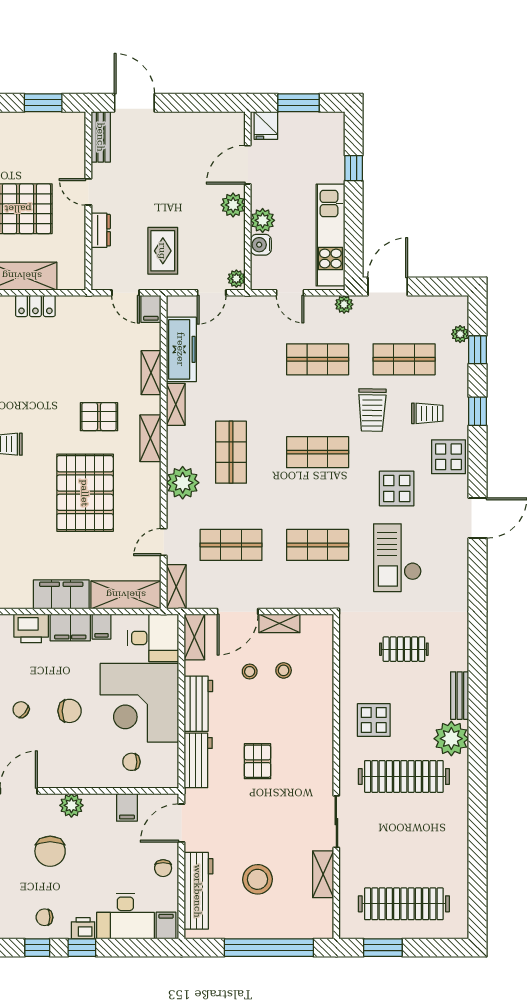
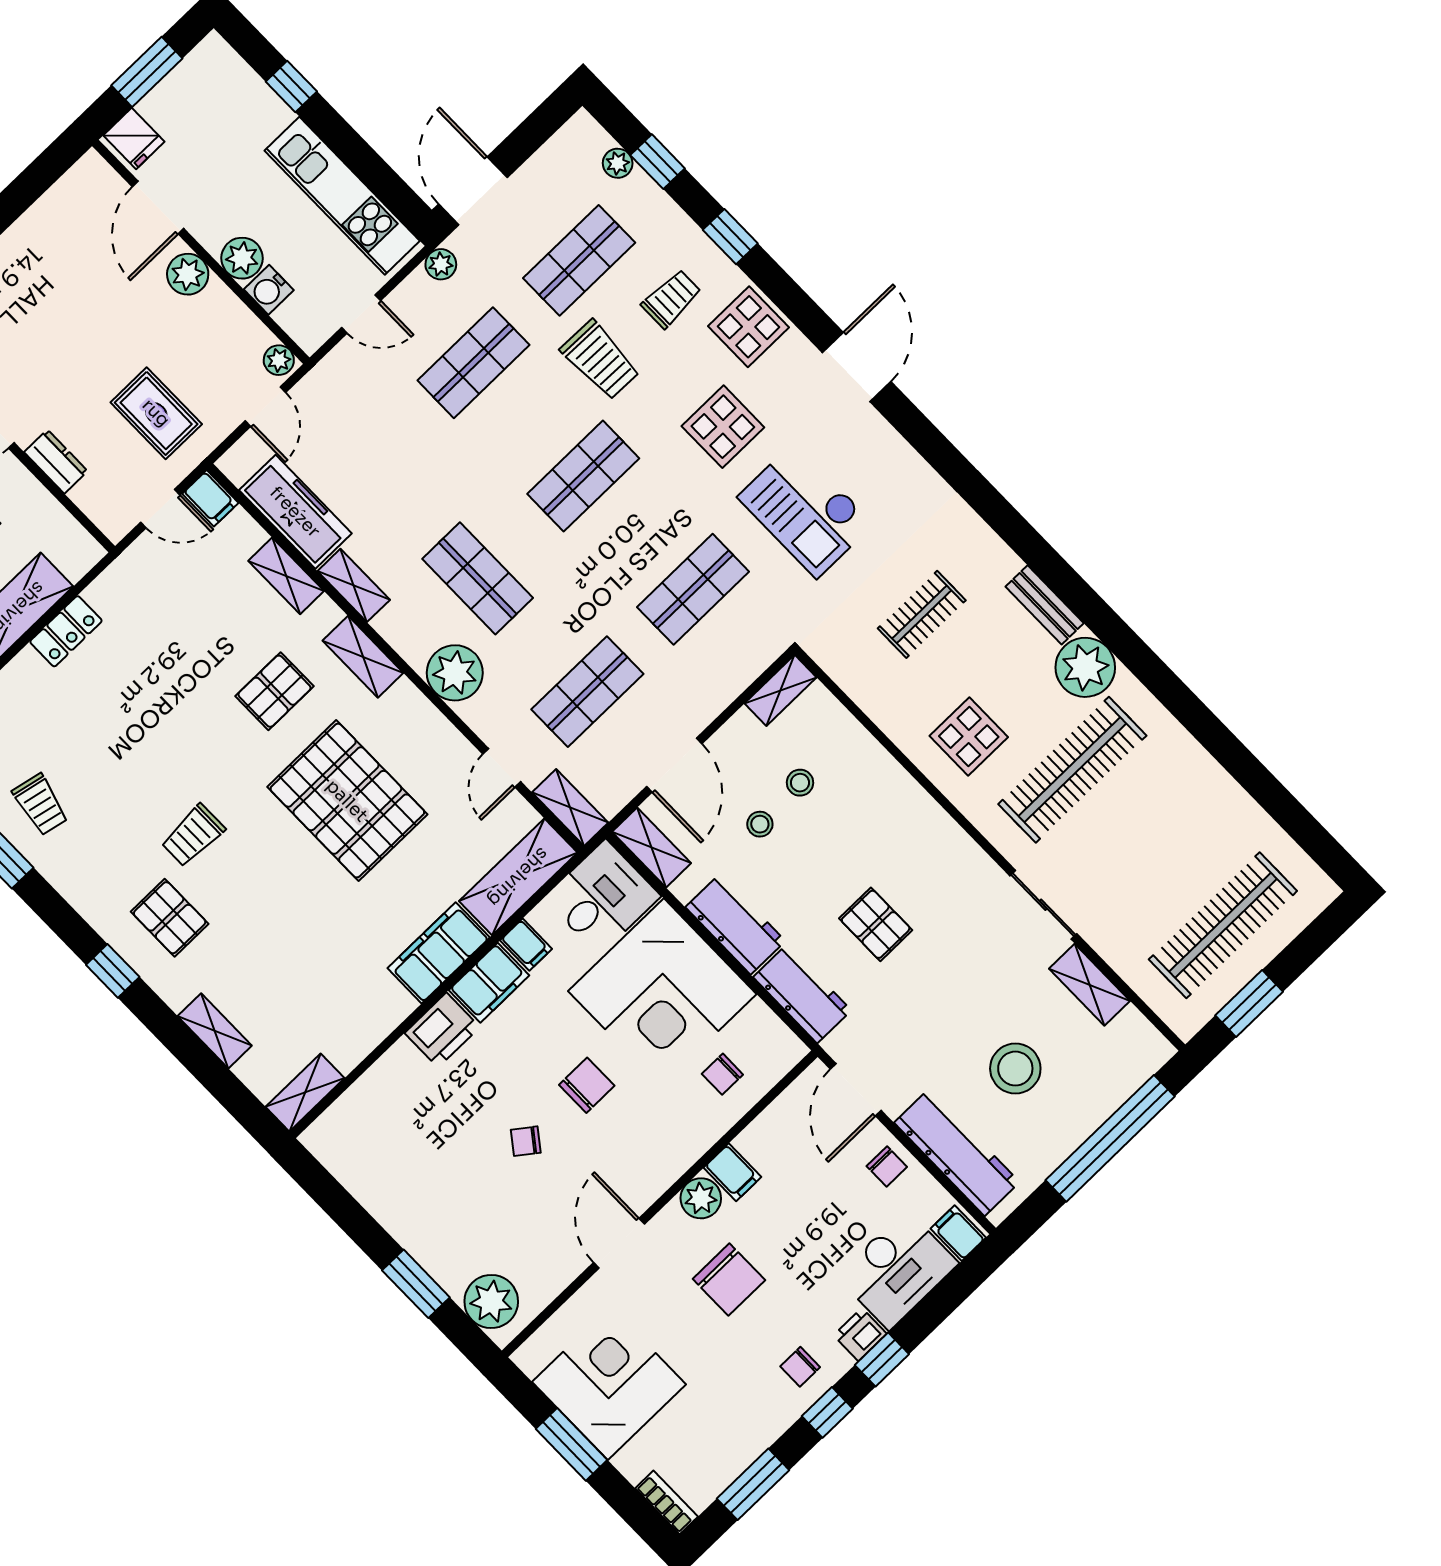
shelving: (279, 623) -> (781, 690), moved
filing cabinet: (127, 807) -> (732, 1172), moved

